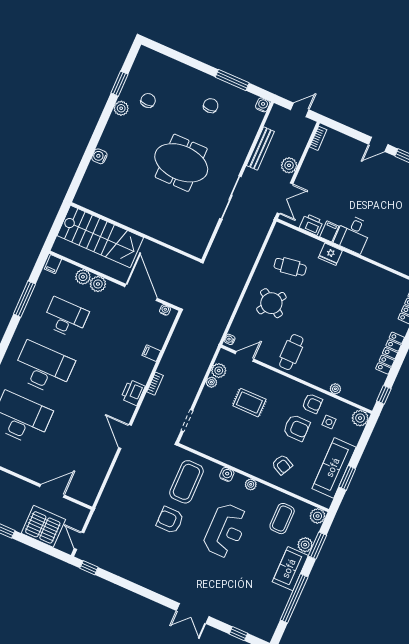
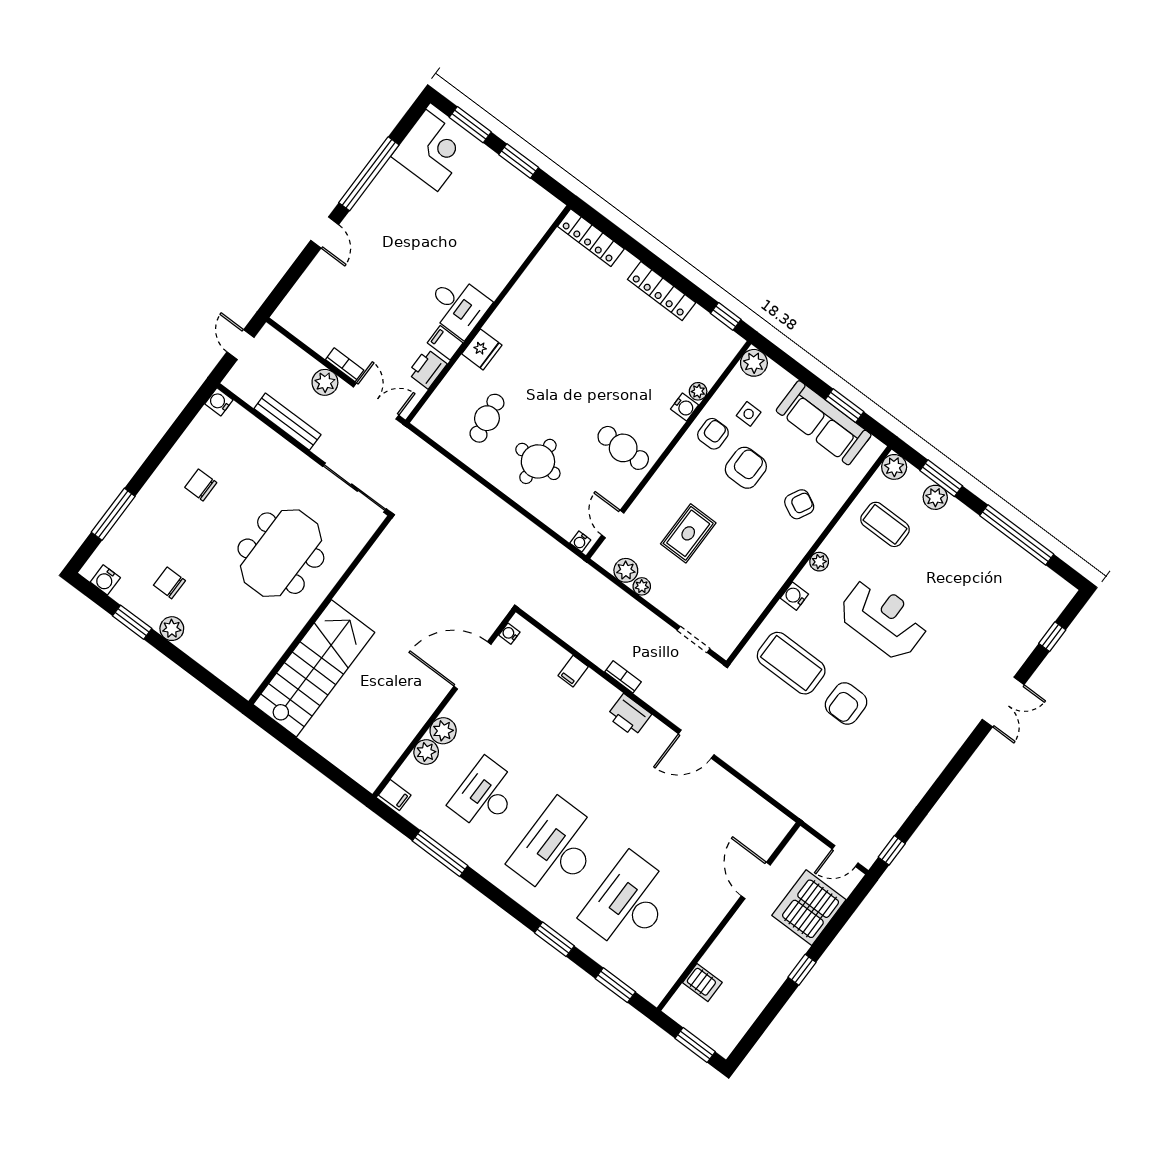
window: (232, 80) -> (113, 514), moved
bookcase: (318, 138) -> (345, 365), moved
water cooler: (99, 156) -> (105, 580), moved
wall: (136, 232) -> (320, 610), moved
stairs: (100, 237) -> (314, 668), moved
round table: (271, 303) -> (538, 461), turned -34
water cooler: (324, 383) -> (685, 407), added
sofa: (290, 569) -> (968, 530), removed

